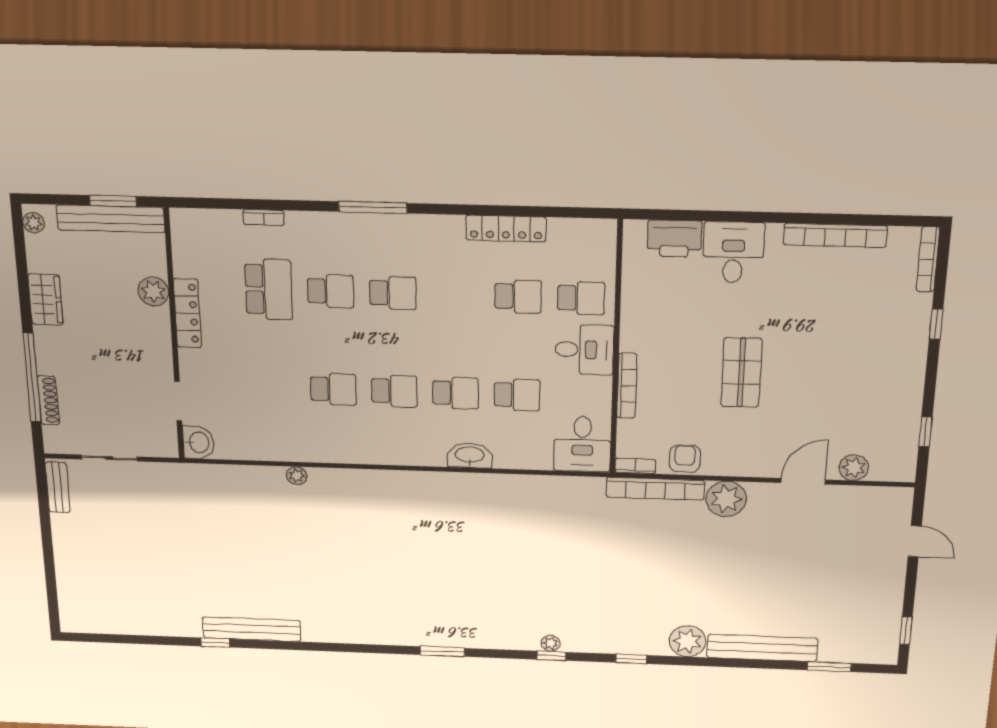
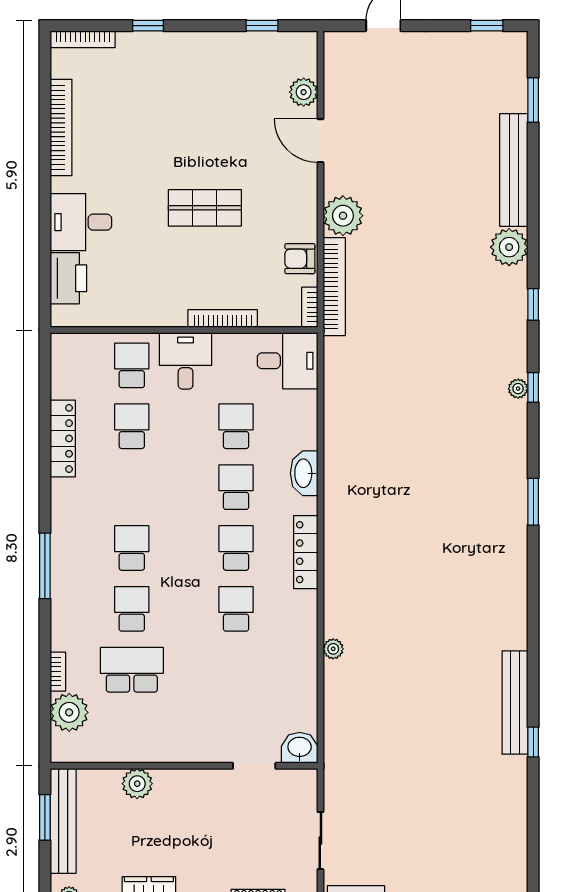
plant: (222, 228) -> (69, 712), added
locker: (187, 313) -> (306, 552), moved, turned -90

